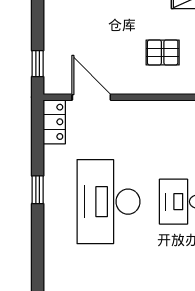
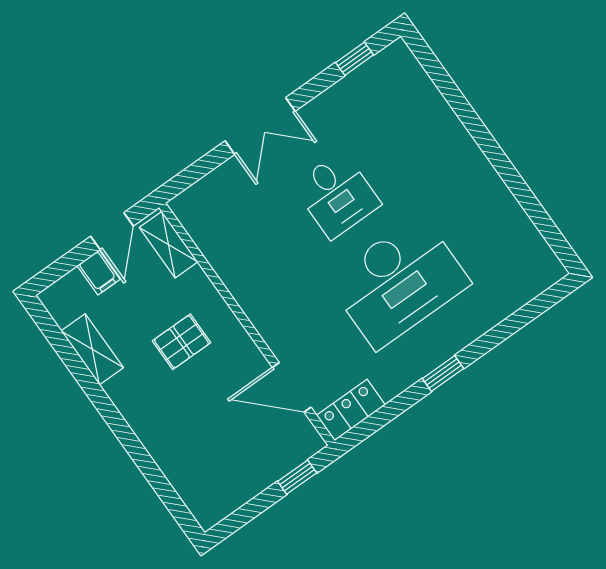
pallet: (163, 52) -> (182, 342), turned 90
door: (91, 97) -> (292, 387), hinge flipped

